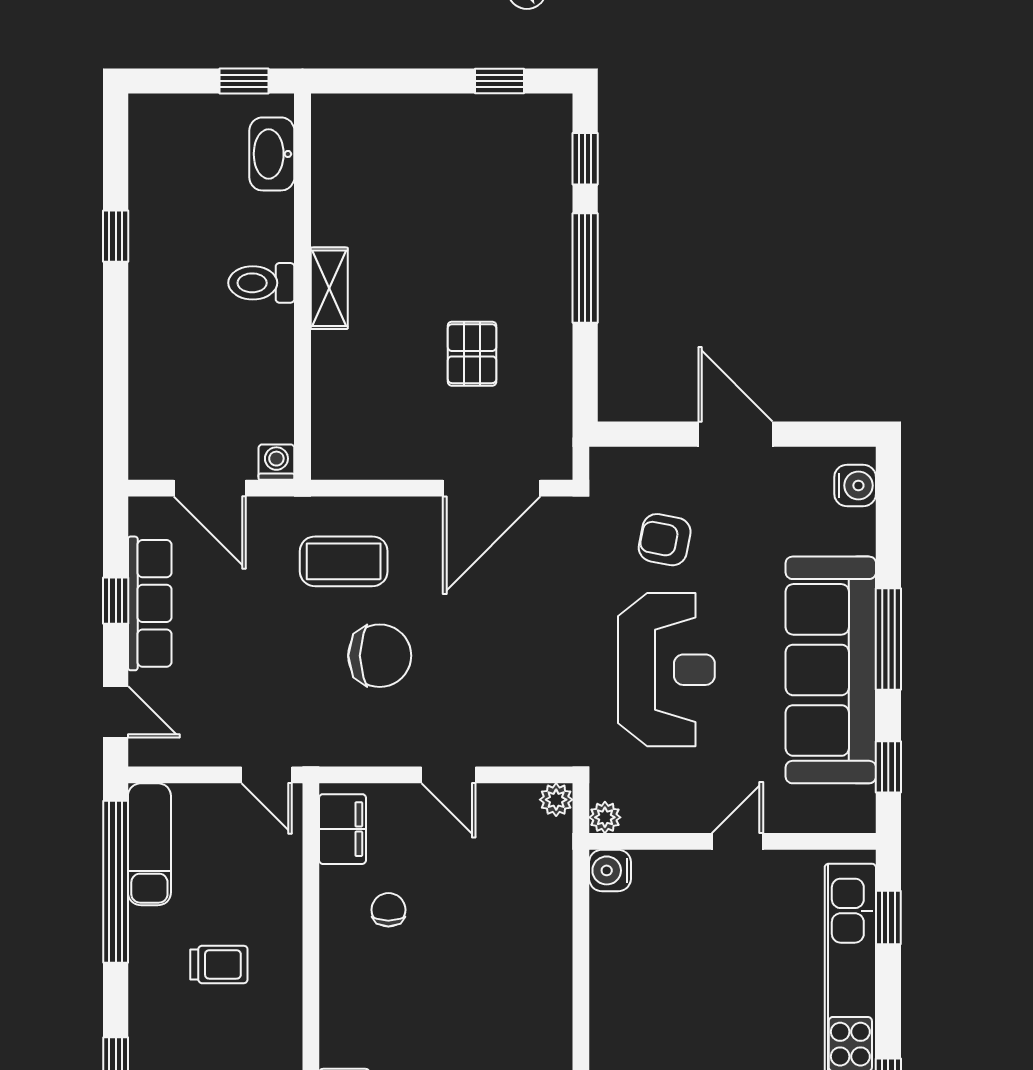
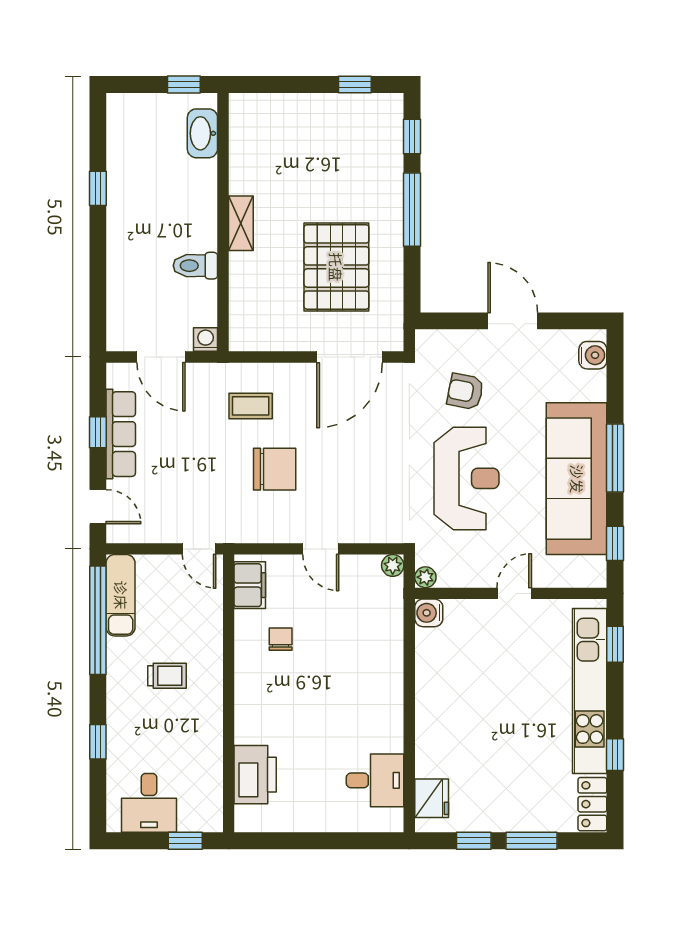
toilet: (261, 283) -> (195, 266), moved
pallet: (472, 354) -> (336, 267), width x2.05, depth x2.00
coffee table: (344, 561) -> (251, 406), width x0.73, depth x0.77

